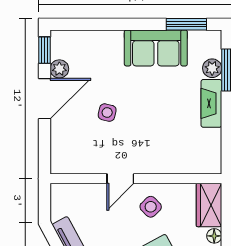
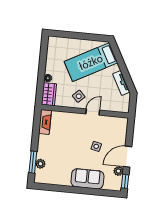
window: (186, 24) -> (51, 187), removed
sofa: (156, 48) -> (87, 179), moved
fireplace: (211, 103) -> (45, 122), moved

